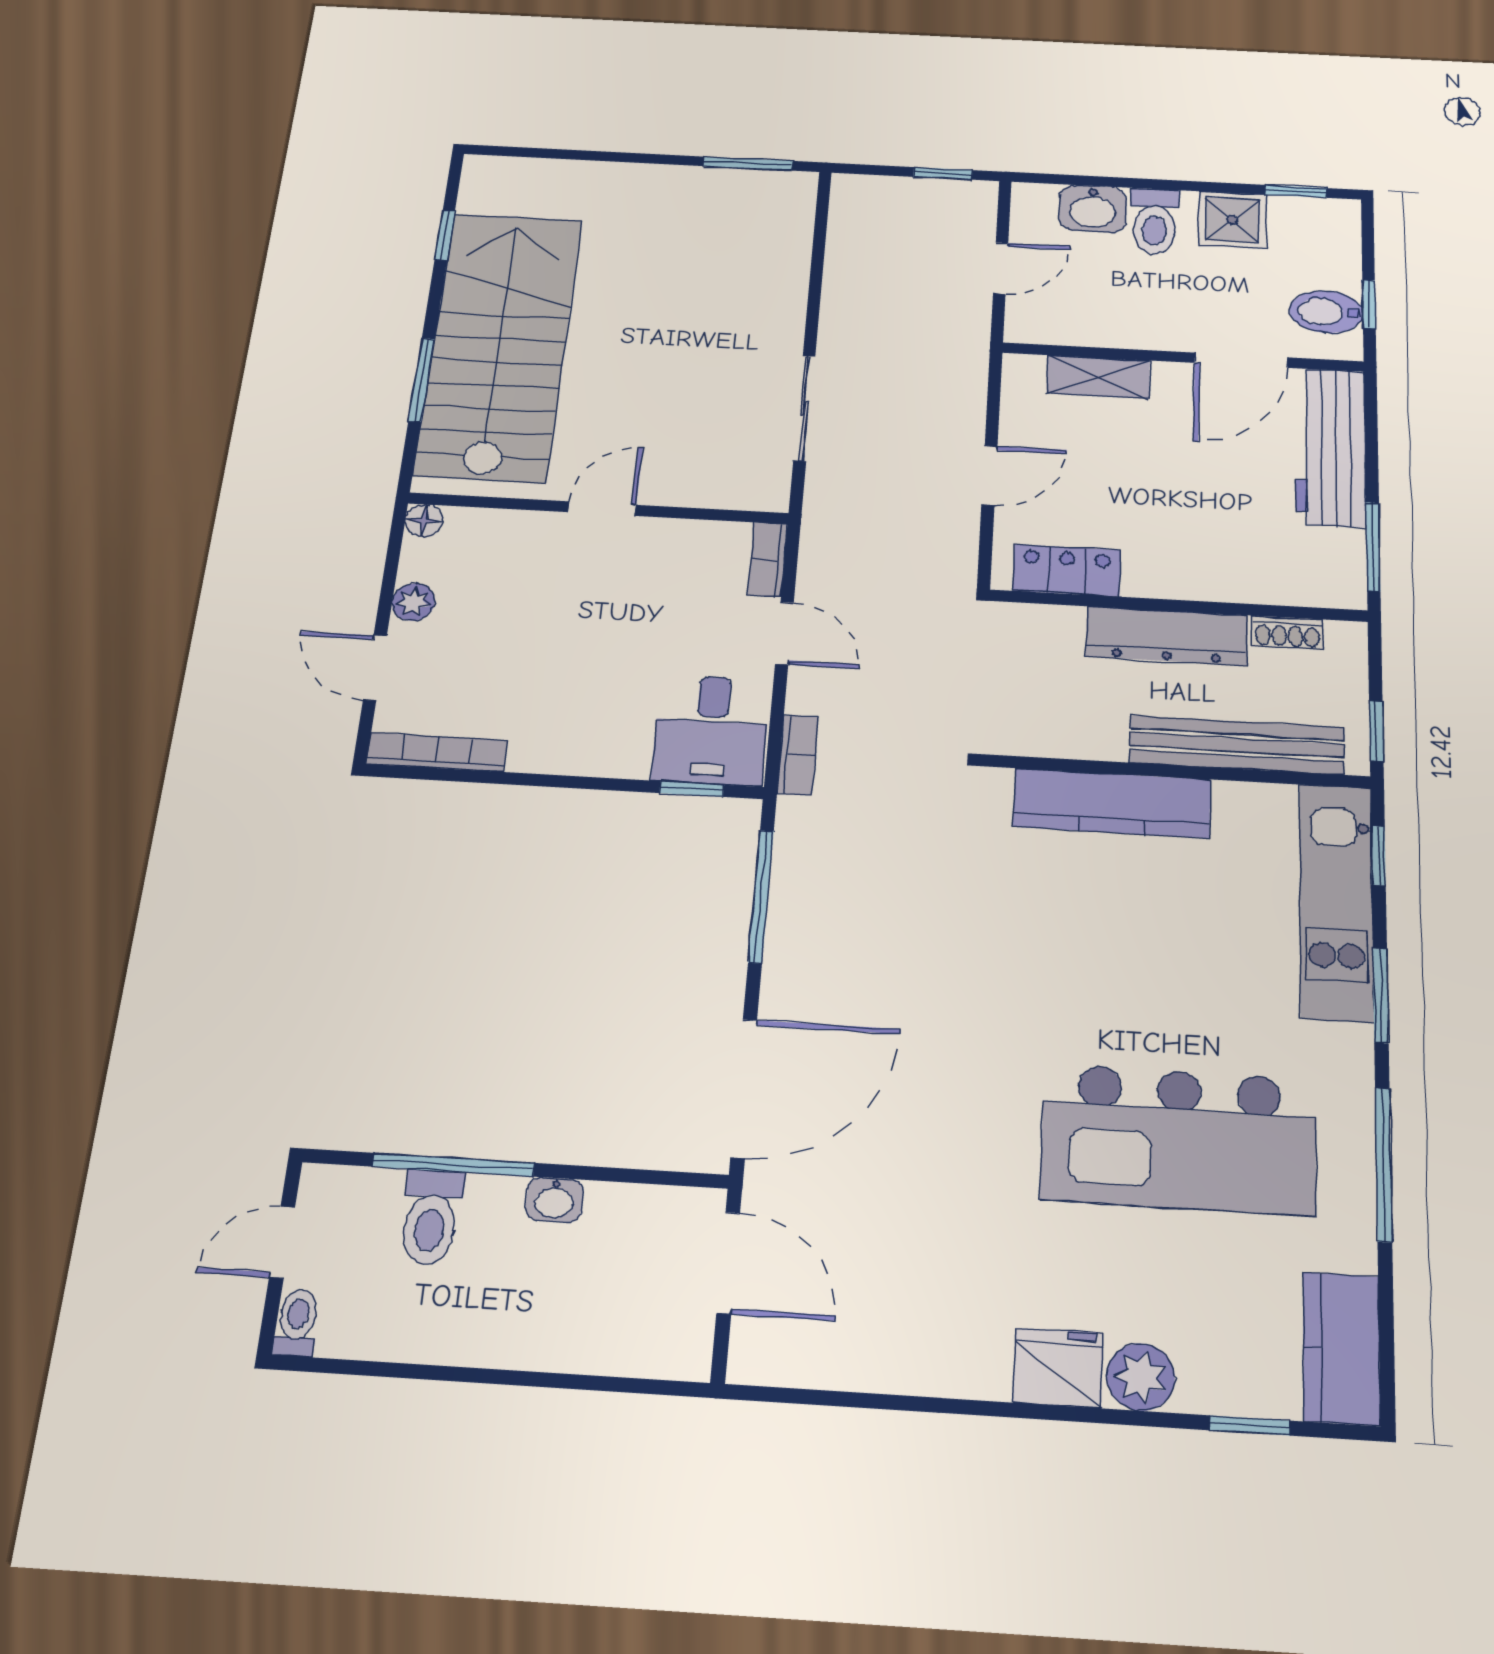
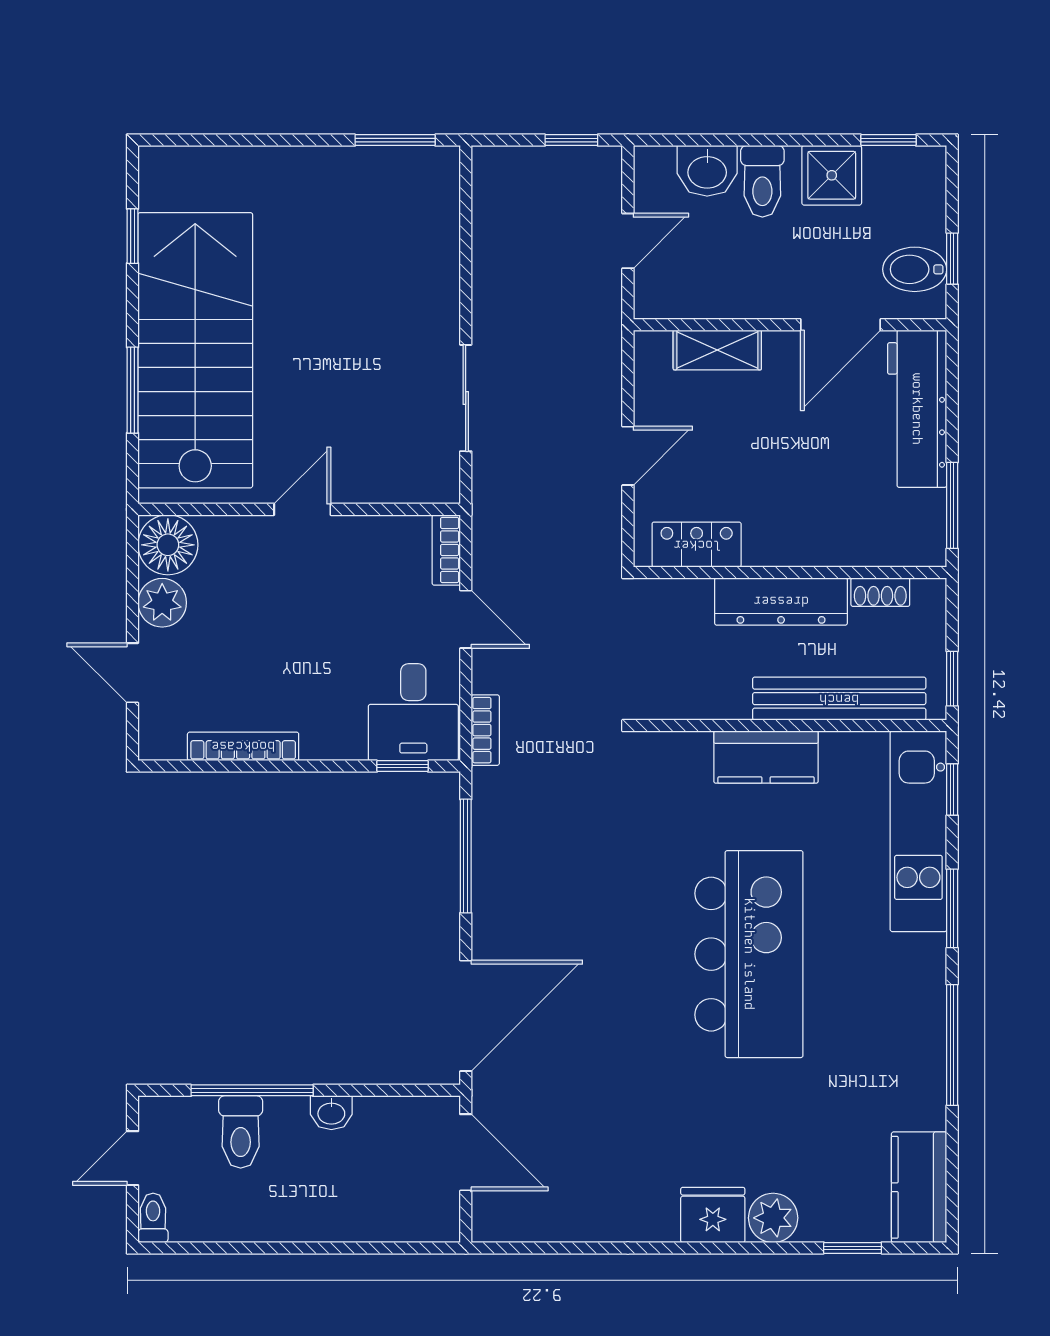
floor lamp: (424, 521) -> (168, 545), width x1.89, depth x1.89
plant: (413, 602) -> (162, 603), width x1.38, depth x1.38
bookcase: (437, 752) -> (243, 746), moved
kitchen counter: (1112, 803) -> (766, 757), width x0.67
kitchen island: (1179, 1139) -> (749, 954), moved, turned -90

